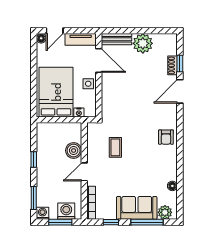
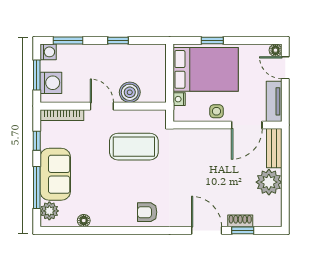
window: (34, 87) -> (212, 40), added
coffee table: (115, 147) -> (134, 147), width x1.86, depth x1.72

